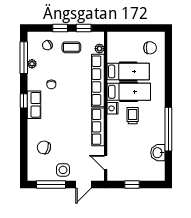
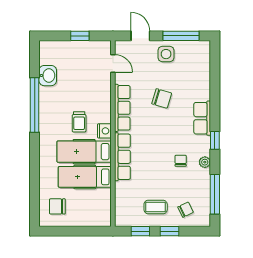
plant: (99, 49) -> (121, 205), removed
plant: (32, 64) -> (205, 162), moved
row of seats: (98, 81) -> (122, 157), width x0.73
row of seats: (34, 105) -> (202, 118), moved
chair: (44, 147) -> (162, 98), moved
door: (84, 185) -> (140, 36), hinge flipped

